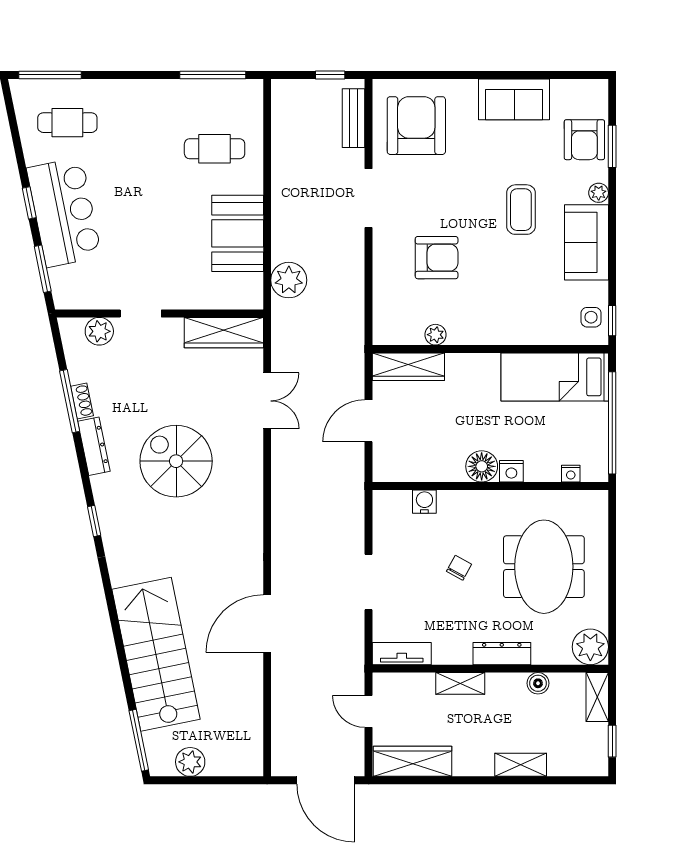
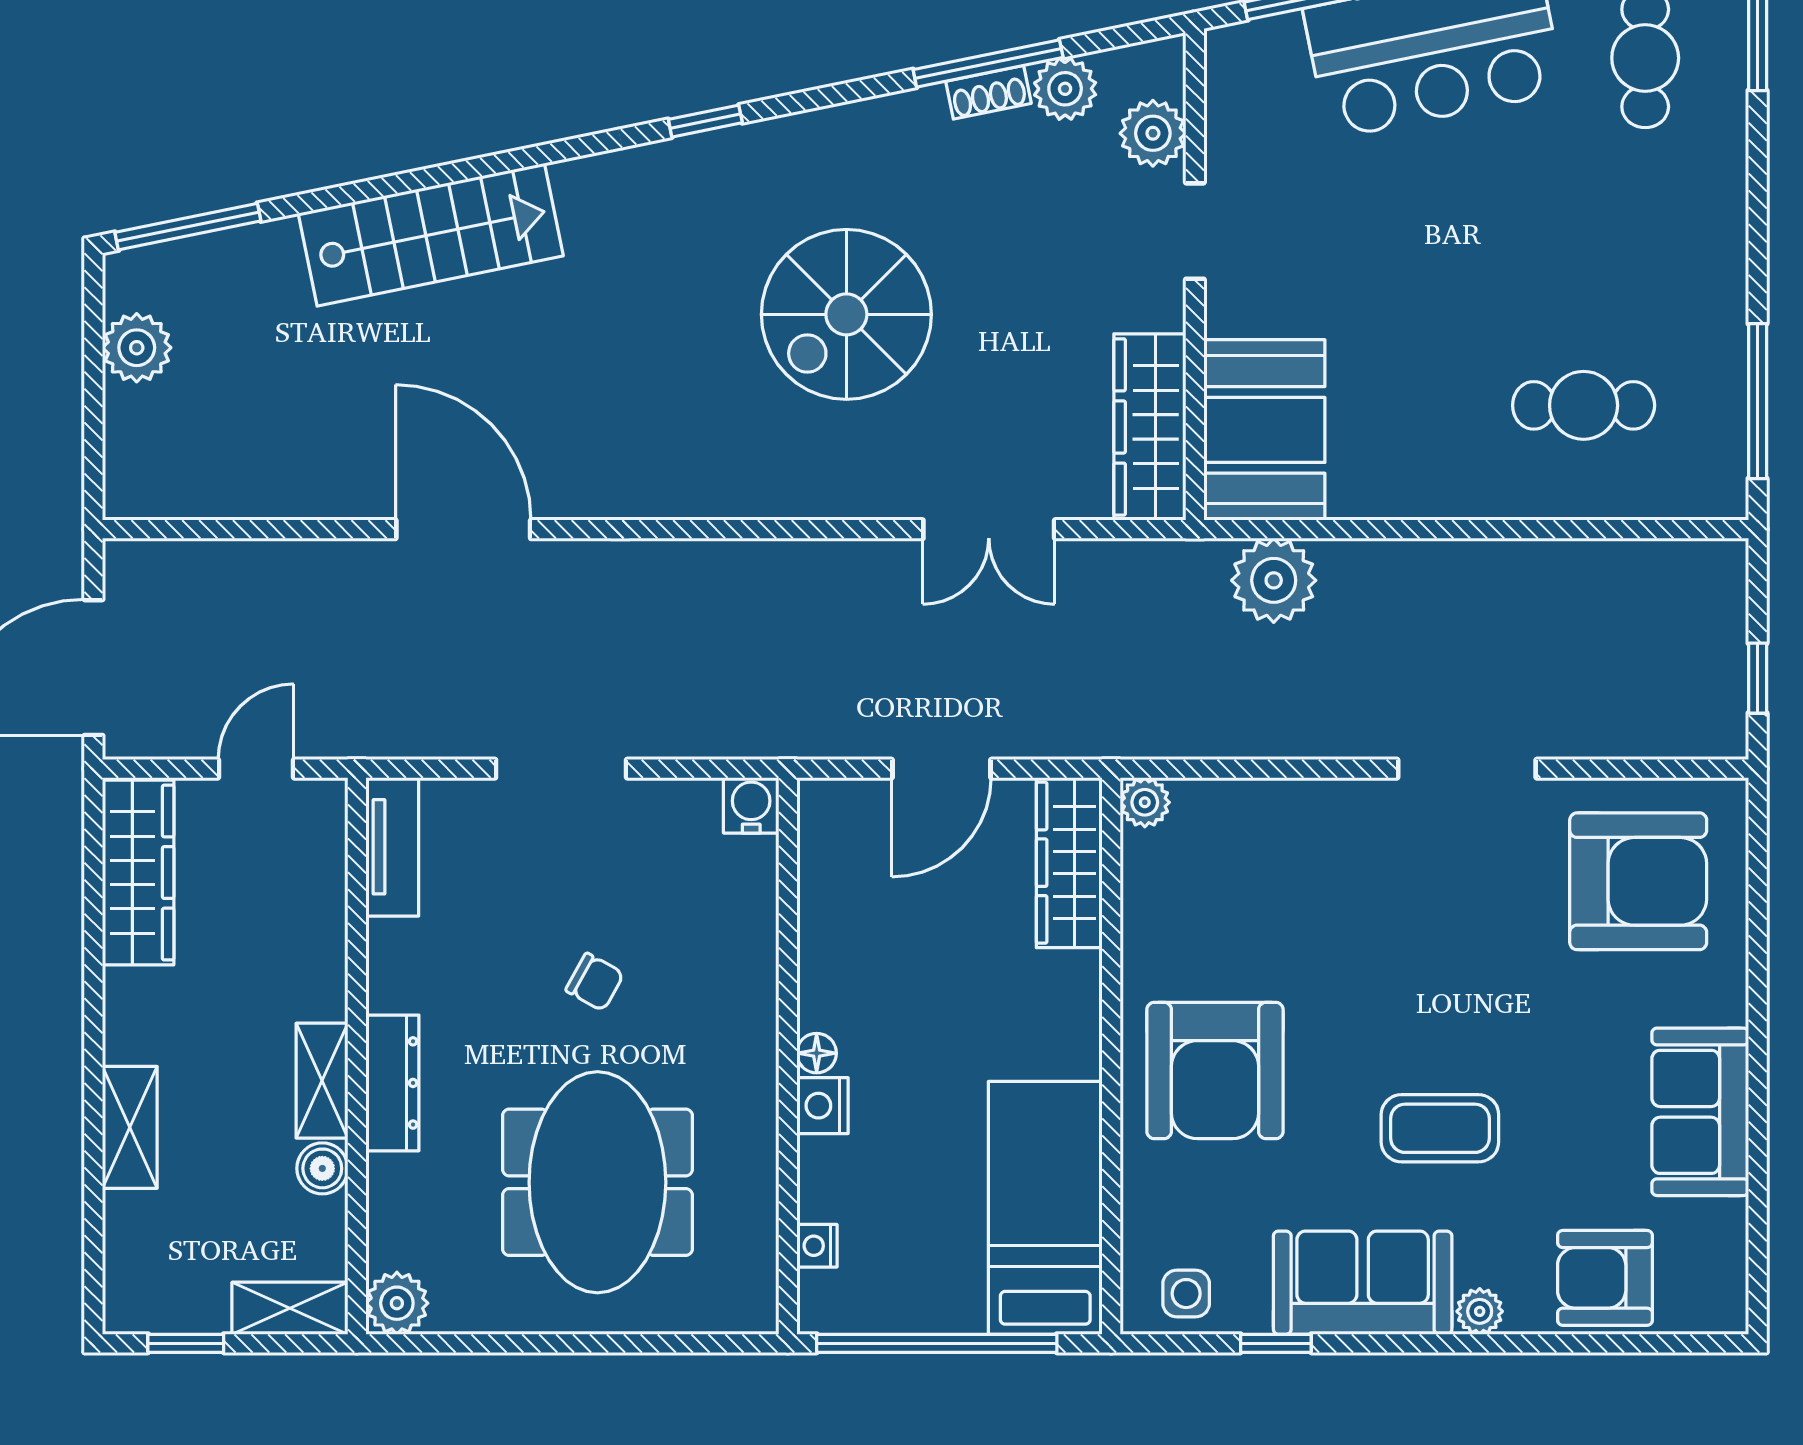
bench: (353, 118) -> (1656, 733), removed
window: (612, 146) -> (1589, 1343), removed
cafe table: (215, 149) -> (1584, 405), turned 90
booth: (238, 233) -> (1264, 430), moved, turned 90
armchair: (437, 258) -> (1215, 1071), moved, width x1.36, depth x1.36
window: (612, 321) -> (1276, 1343), moved
plant: (435, 335) -> (1145, 802), moved
plant: (80, 368) -> (1065, 89), added
door: (369, 421) -> (941, 769), swing flipped
dresser: (94, 446) -> (882, 121), removed
spiral stairs: (176, 461) -> (846, 314), turned 180
floor lamp: (482, 466) -> (817, 1053), width x0.53, depth x0.53
water cooler: (424, 502) -> (751, 805), moved, turned -90
meeting table: (544, 567) -> (597, 1182), turned 90
plant: (590, 647) -> (397, 1303), width x0.73, depth x0.73
stairs: (156, 654) -> (431, 235), width x0.73, depth x0.66
shelving: (460, 683) -> (322, 1081), moved

